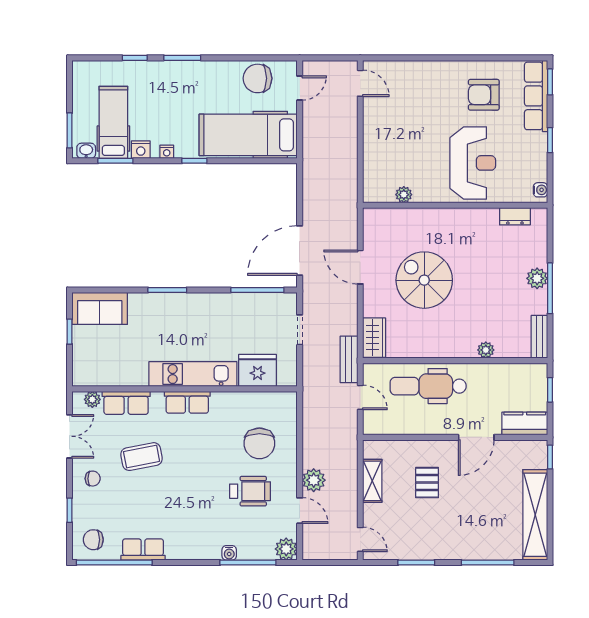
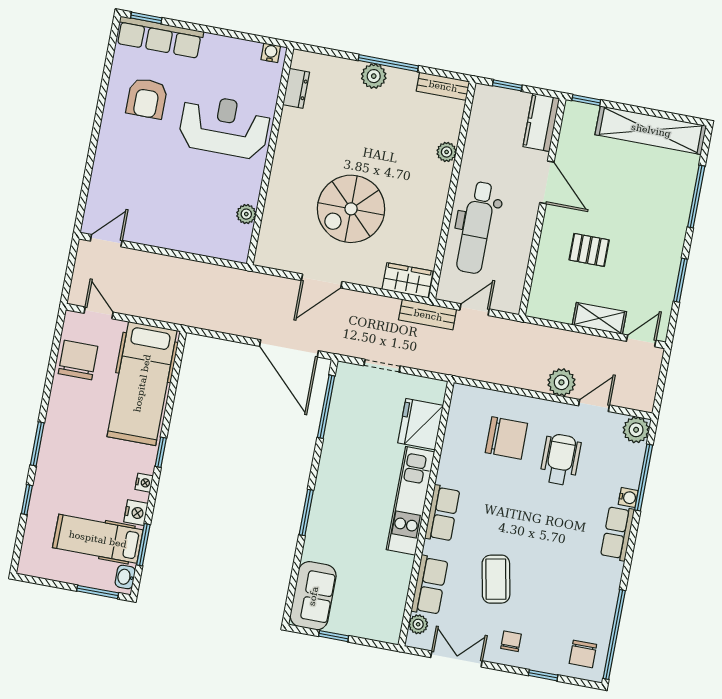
chair: (258, 78) -> (78, 360), turned 180
window: (550, 140) -> (214, 31), removed
shelving: (372, 481) -> (599, 318), moved
row of seats: (143, 549) -> (617, 533), moved

